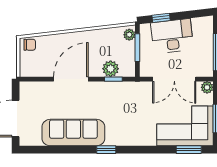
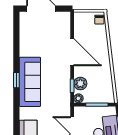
plant: (129, 35) -> (78, 98), moved
sofa: (73, 133) -> (30, 82), moved

